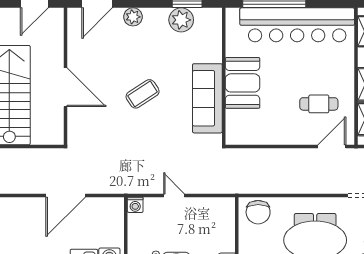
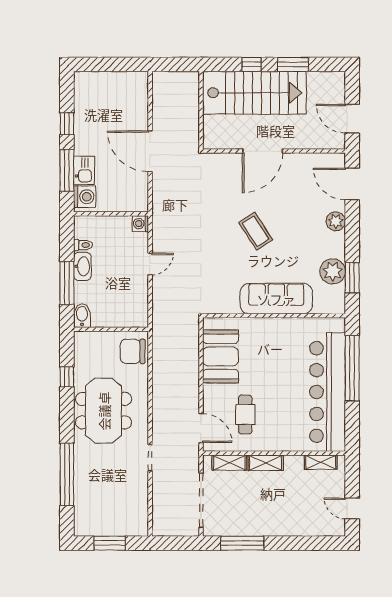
booth: (243, 83) -> (221, 356), moved, turned 90
sofa: (207, 98) -> (276, 299), moved

